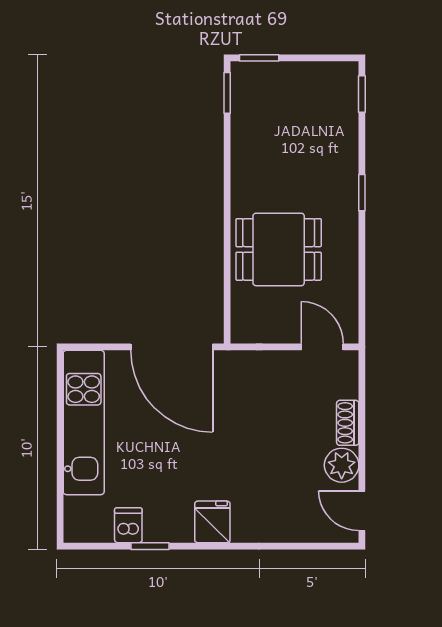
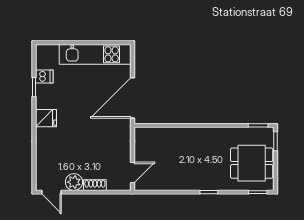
dining table: (279, 249) -> (252, 163), moved, turned 90
door: (362, 511) -> (51, 192), swing flipped

